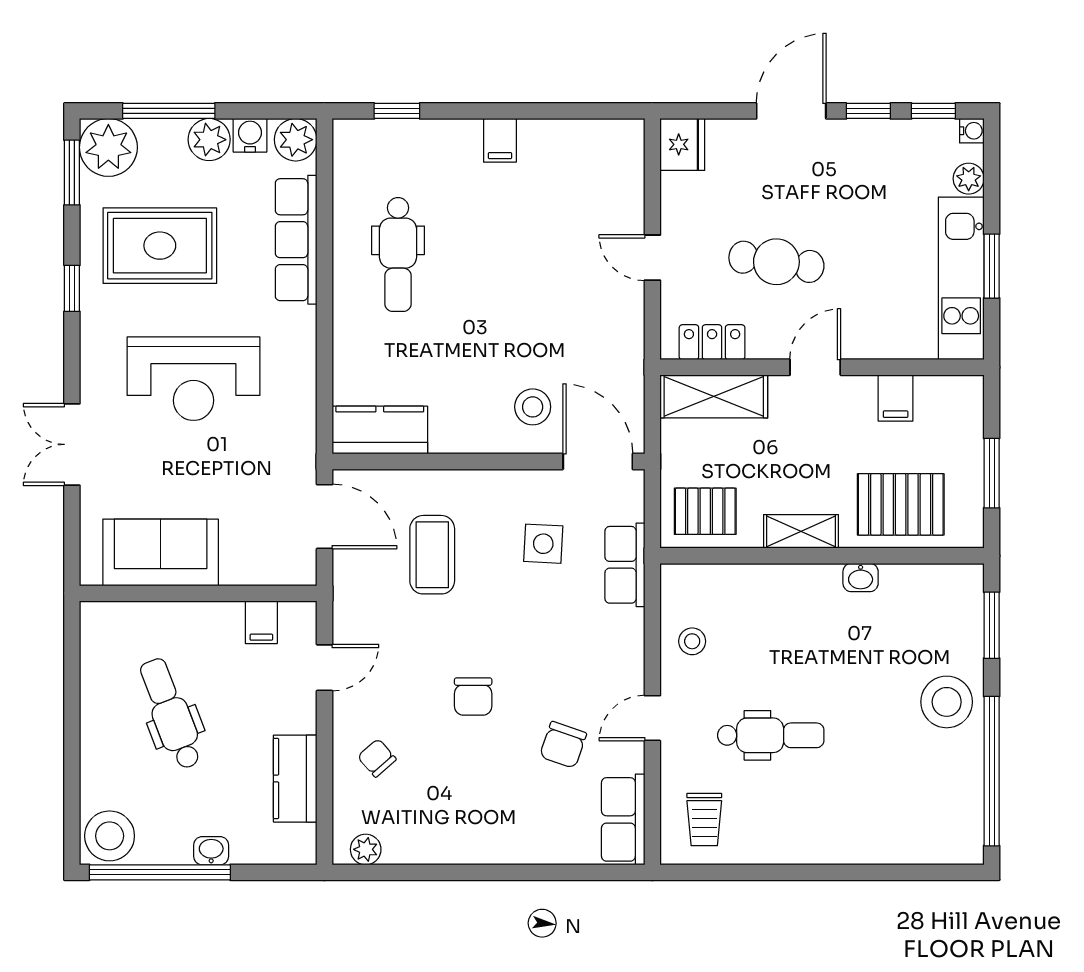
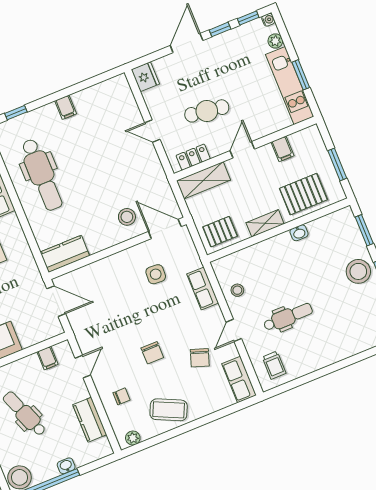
dental chair: (398, 255) -> (42, 175), width x1.36, depth x1.38
coffee table: (432, 555) -> (169, 410), moved, turned -65
row of seats: (625, 565) -> (203, 288), moved
chair: (377, 758) -> (121, 396), turned 131

